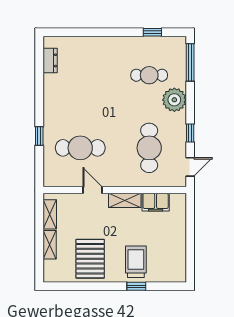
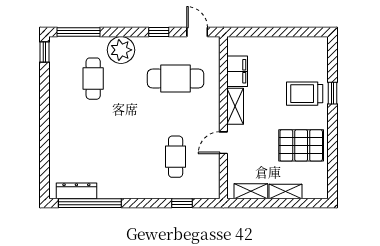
window: (152, 32) -> (44, 52), moved
dresser: (50, 60) -> (76, 191), width x1.44
window: (39, 72) -> (90, 203), added
window: (39, 136) -> (182, 203), moved
cafe table: (80, 148) -> (176, 157), width x0.73, depth x0.74

